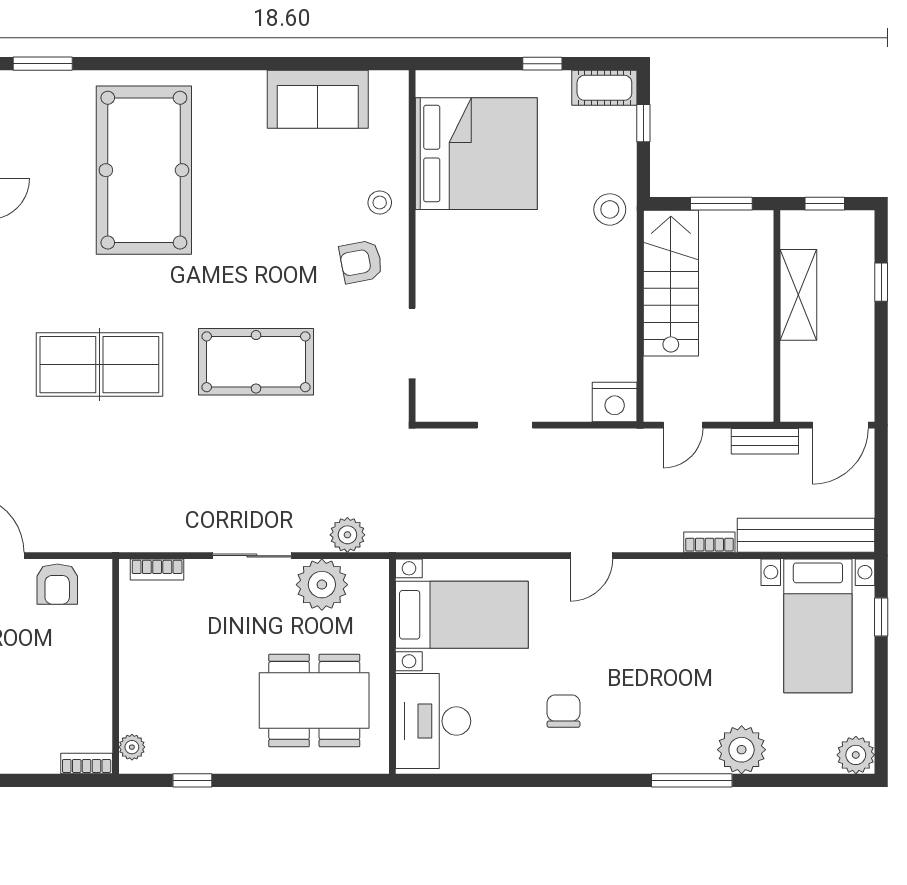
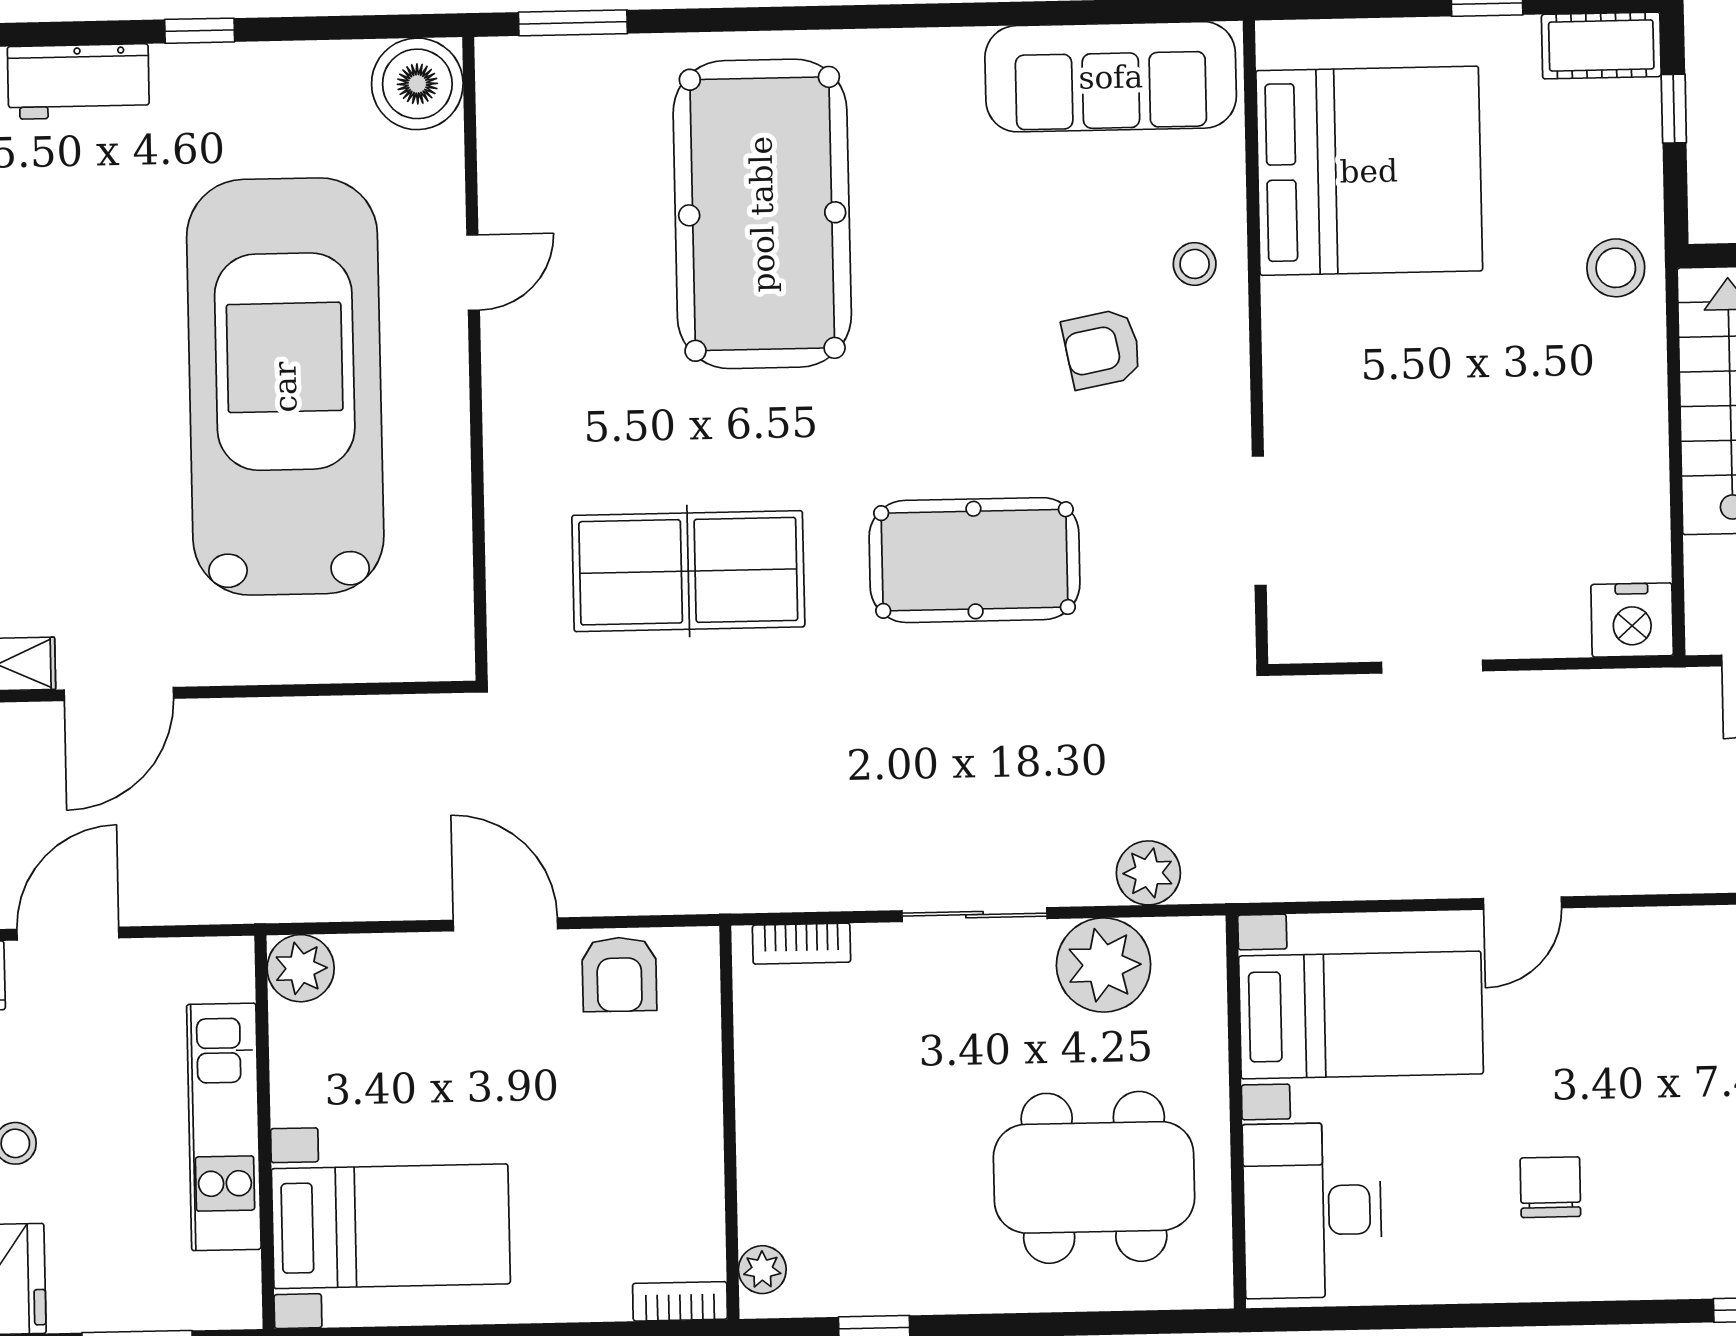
sofa: (318, 99) -> (1111, 77), width x1.36
armchair: (361, 262) -> (1102, 349), moved
door: (591, 556) -> (1523, 903), moved

